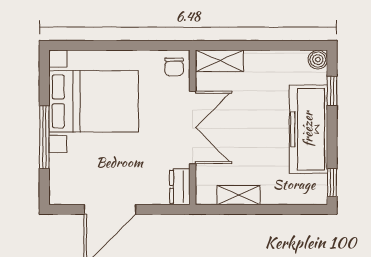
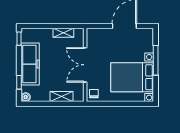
shelving: (219, 61) -> (61, 97), moved
dresser: (180, 187) -> (91, 37), removed

